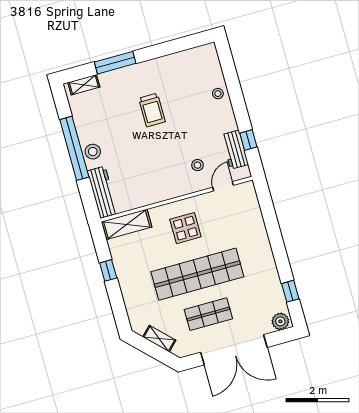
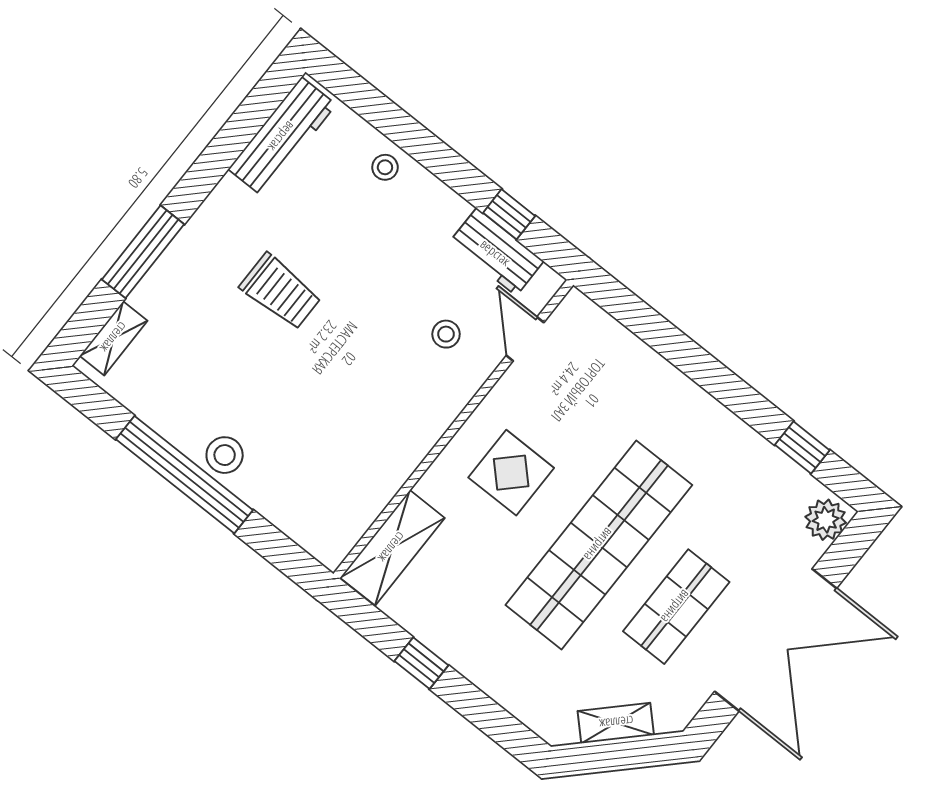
workbench: (103, 192) -> (282, 137), moved, turned 90

